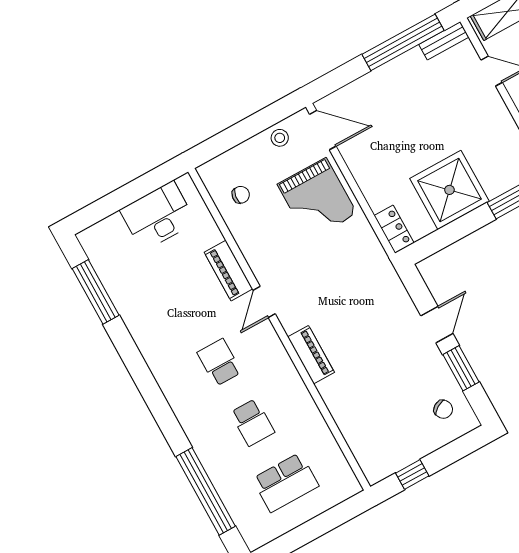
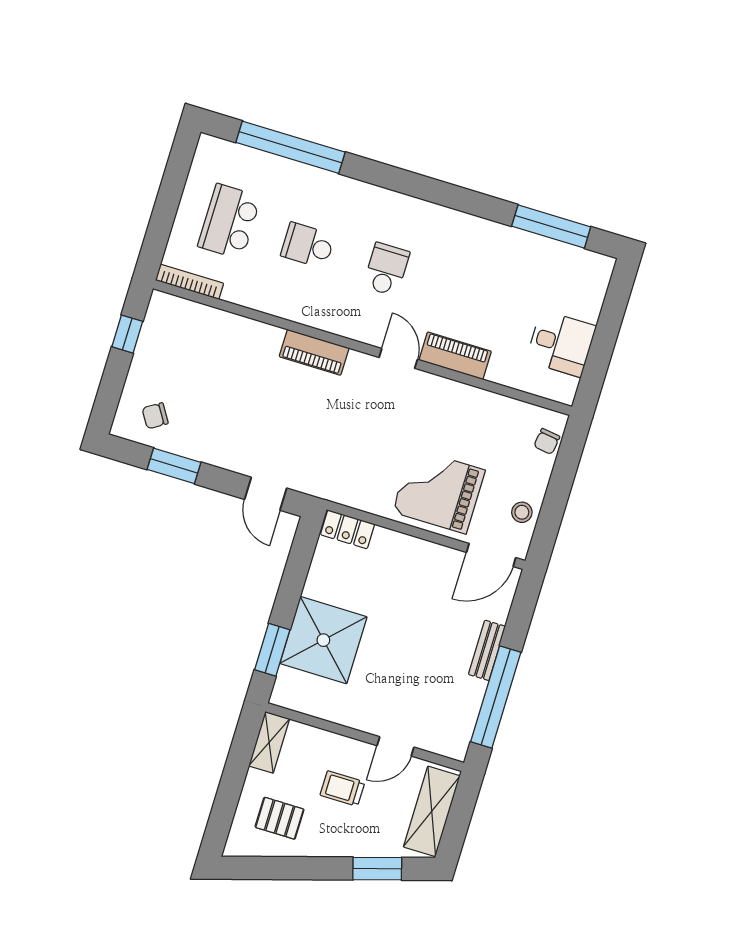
bench: (444, 41) -> (487, 650), moved
shower: (449, 190) -> (323, 640), moved
chair: (241, 195) -> (547, 441), moved
desk: (158, 216) -> (561, 344), width x0.73
door: (437, 325) -> (266, 494), moved
school desk: (219, 362) -> (386, 269), turned -90
bookcase: (345, 470) -> (190, 282), added

